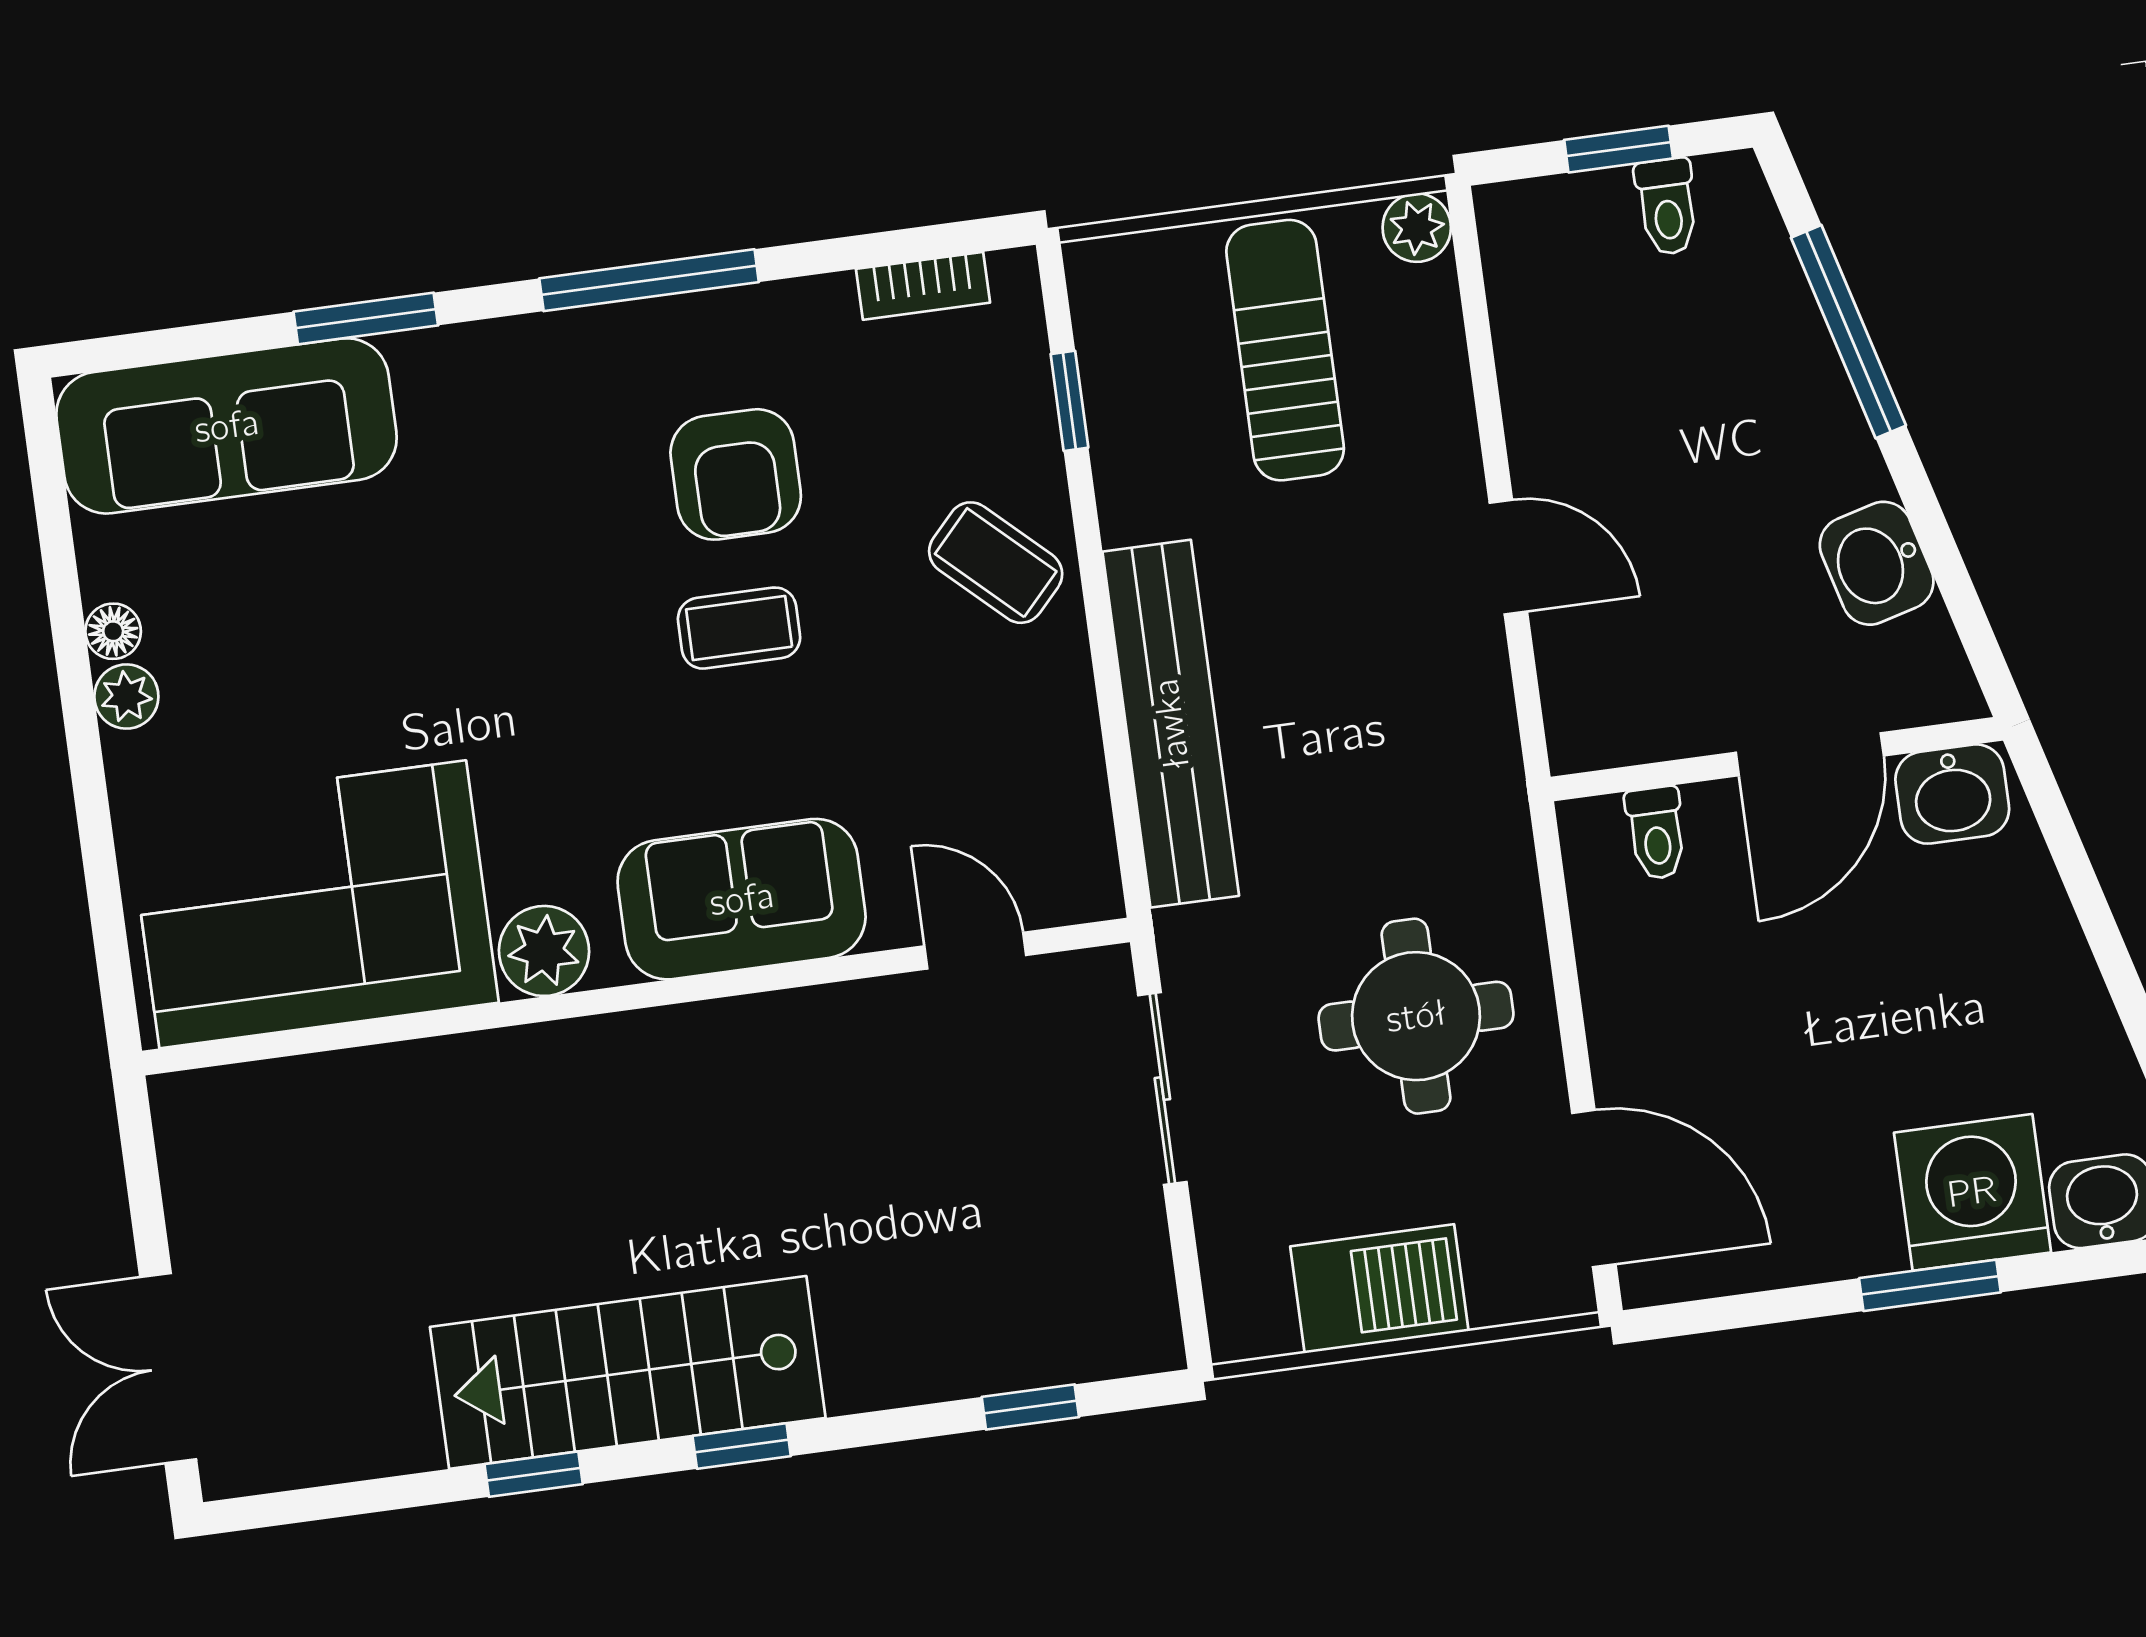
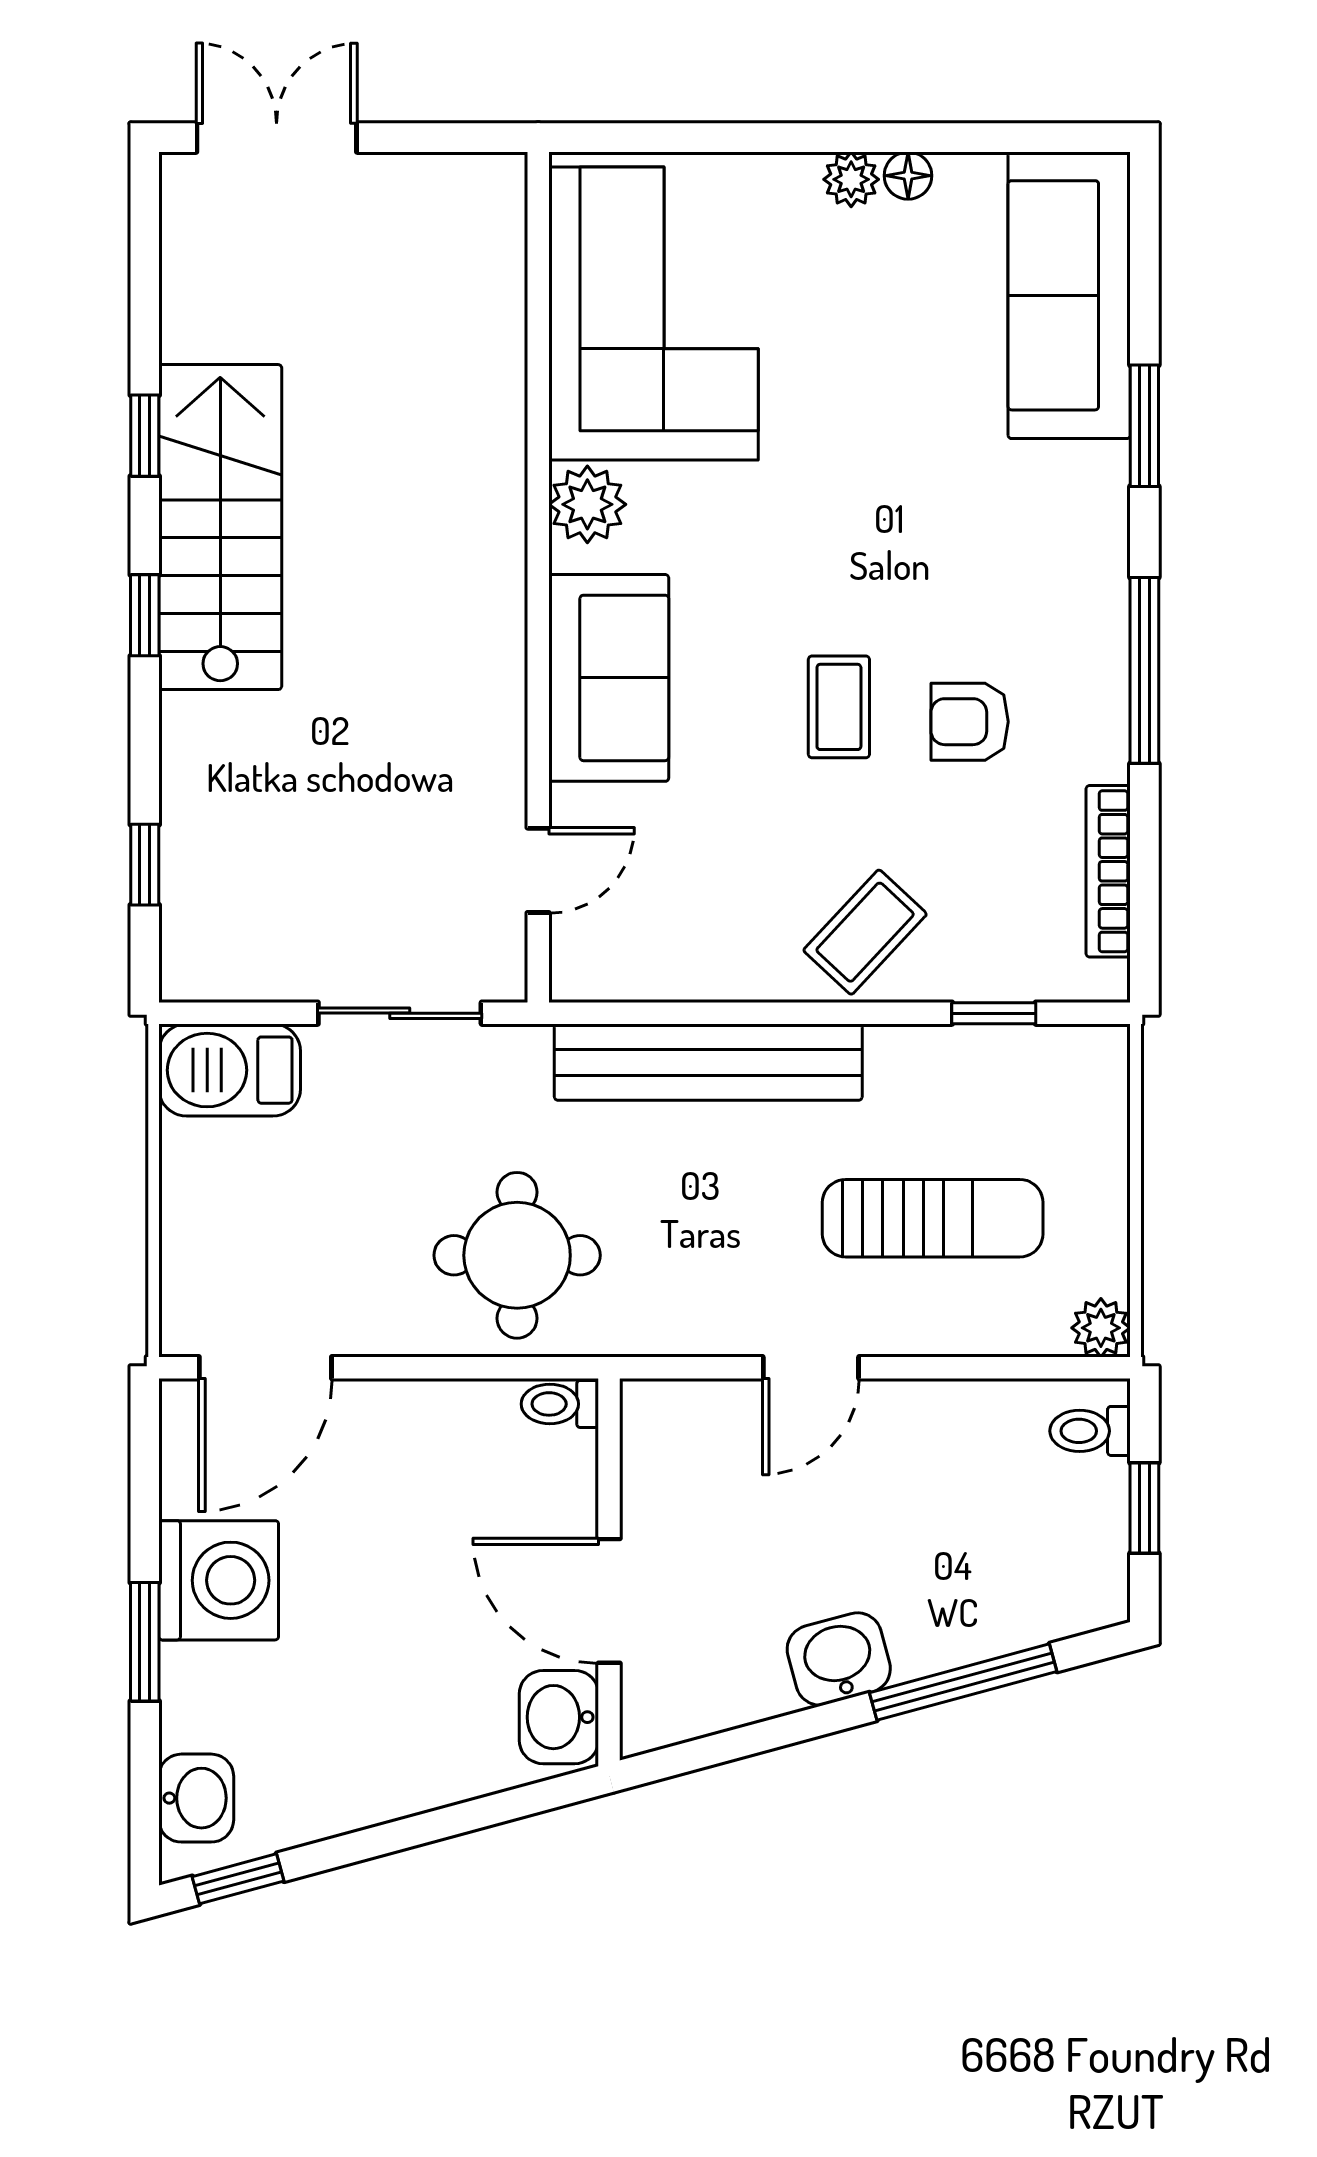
toilet: (1667, 207) -> (1090, 1431), moved
bookcase: (923, 286) -> (1108, 871), width x1.56
sun lounger: (1285, 350) -> (933, 1218), moved
armchair: (736, 474) -> (970, 722), width x0.72, depth x0.72
washbasin: (1877, 563) -> (839, 1659), moved
toilet: (1656, 833) -> (560, 1404), moved
round table: (1416, 1016) -> (517, 1255), moved
washing machine: (1972, 1192) -> (219, 1580), moved
barbecue: (1379, 1289) -> (230, 1070), moved, turned 90

